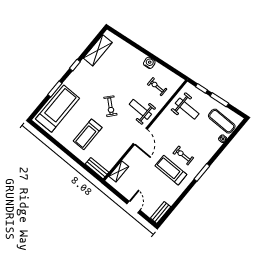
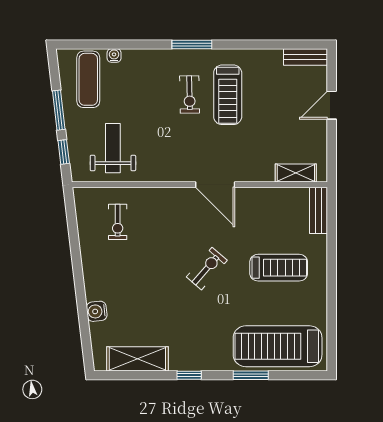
water cooler: (149, 63) -> (97, 311), moved
weight bench: (140, 109) -> (174, 219), removed
door: (140, 136) -> (215, 185), swing flipped

